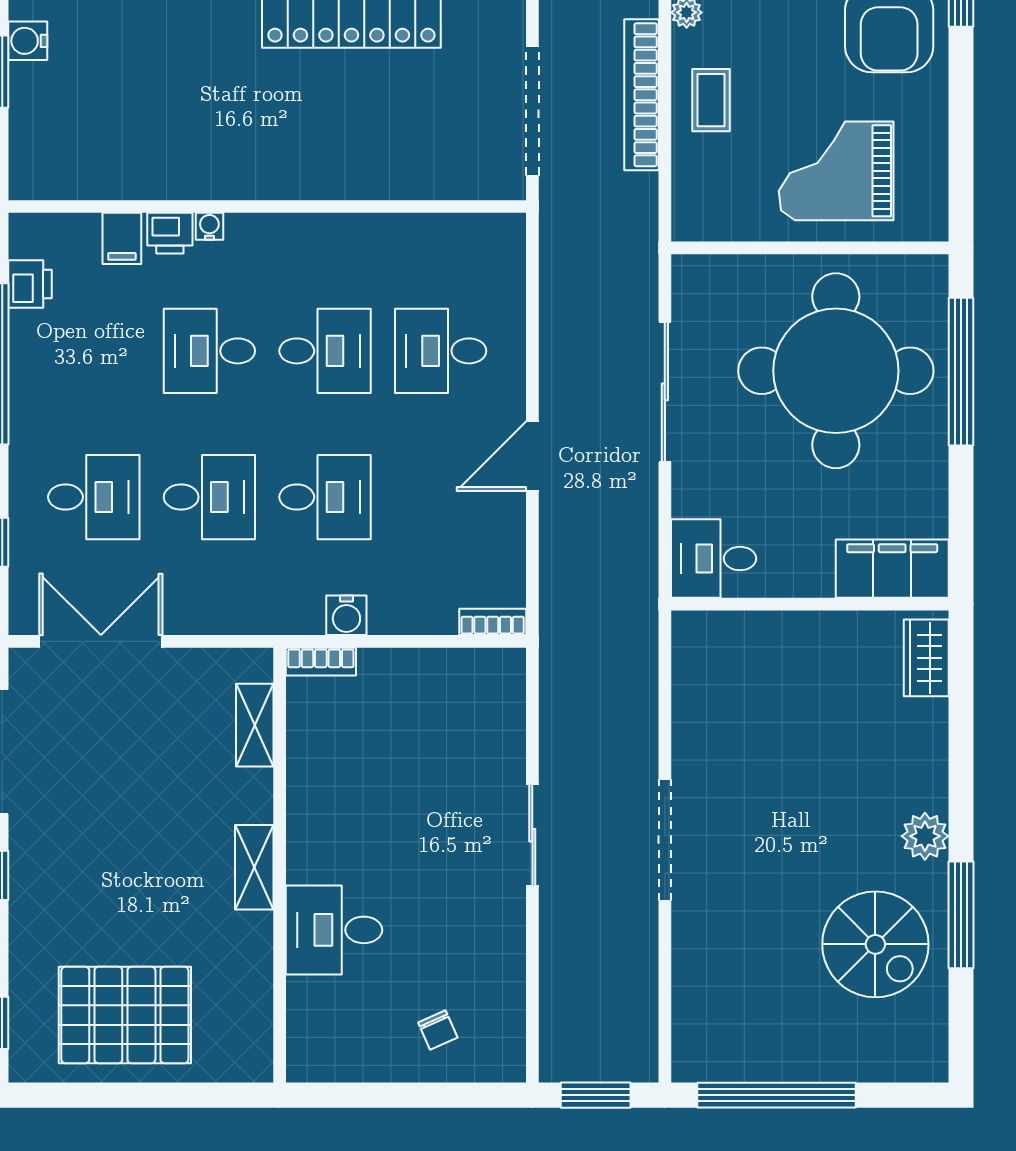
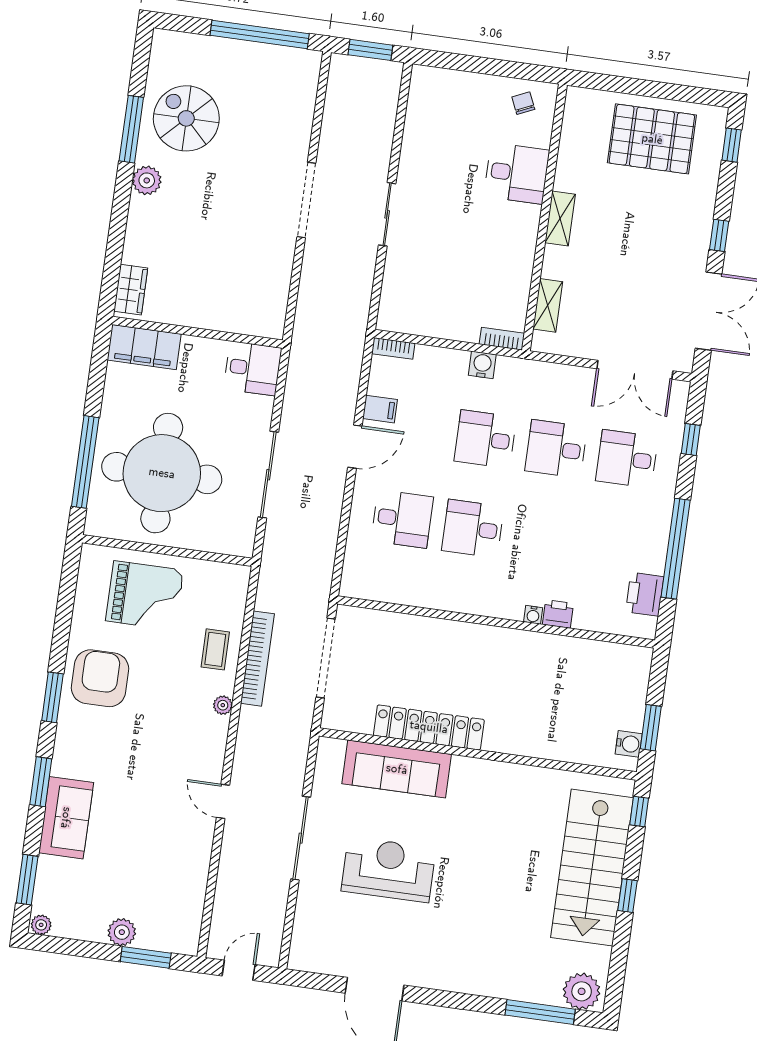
filing cabinet: (122, 238) -> (380, 409), moved, turned 90
printer: (30, 284) -> (645, 594), width x1.36, depth x1.24
desk: (209, 351) -> (544, 538), removed
chair: (438, 1030) -> (523, 103), moved

